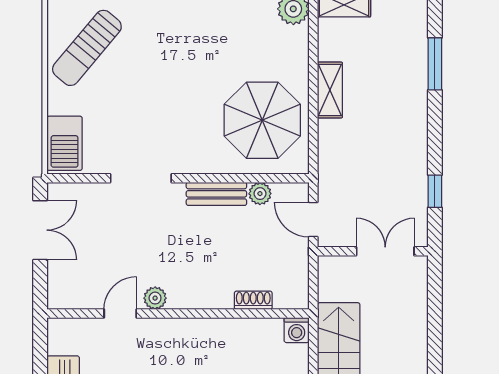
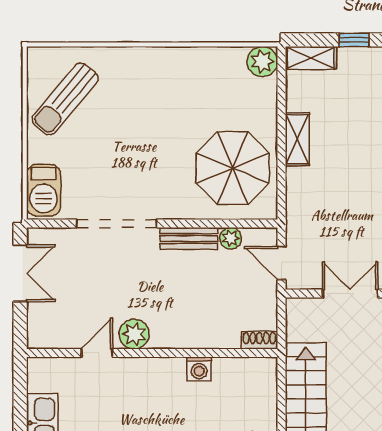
doorway: (141, 178) -> (117, 224), width x1.36
plant: (155, 298) -> (134, 334), width x1.38, depth x1.38
shoe rack: (253, 300) -> (259, 340), moved
washing machine: (297, 330) -> (199, 369), moved

